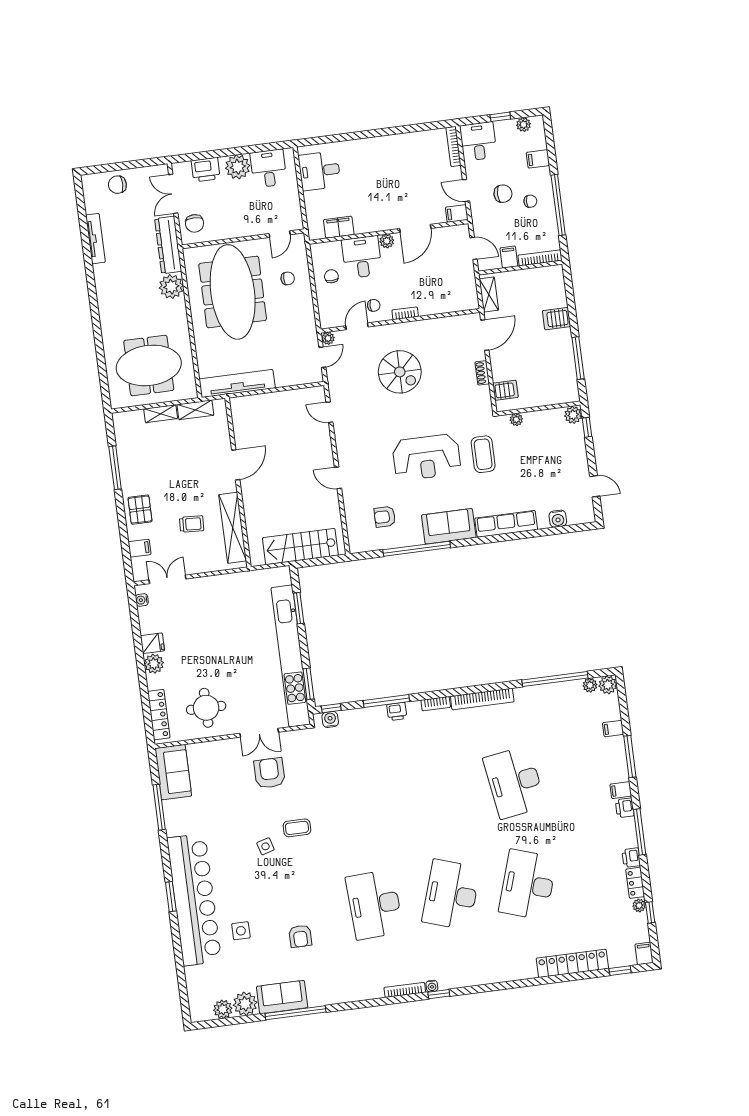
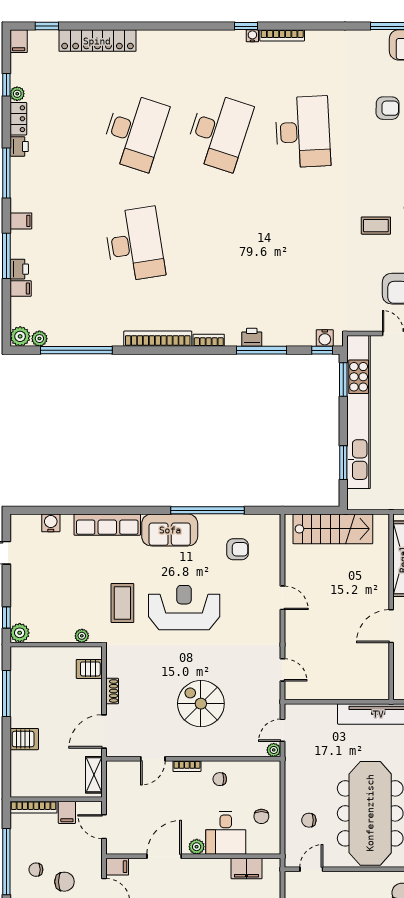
chair: (503, 194) -> (64, 882), turned 180
door: (357, 326) -> (153, 759), moved
printer: (625, 808) -> (19, 269), moved
armchair: (300, 936) -> (388, 108), turned 91

